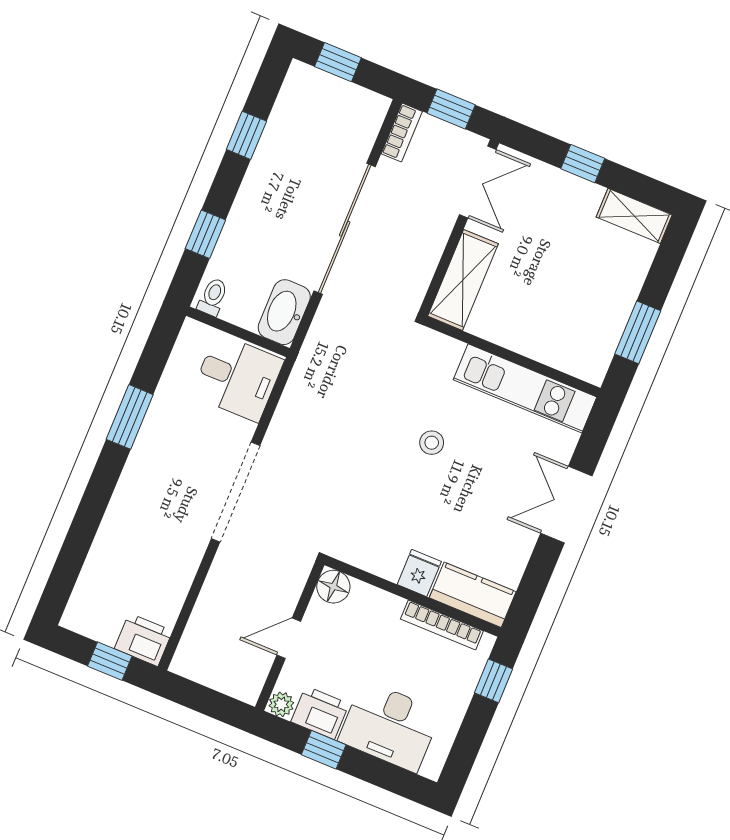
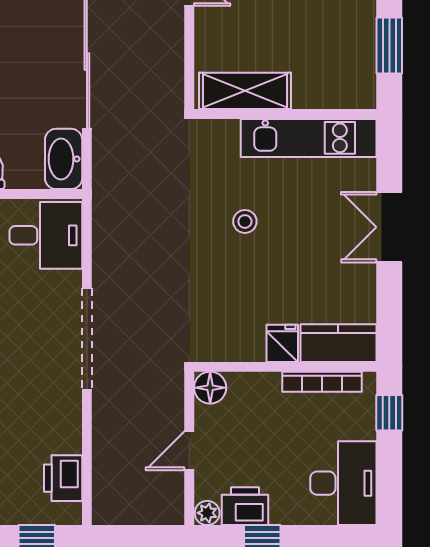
shelving: (463, 280) -> (245, 91), moved, turned 90
printer: (143, 640) -> (63, 478), moved, turned -90
desk: (390, 726) -> (343, 483), moved, turned -90

